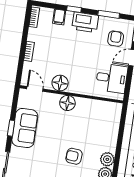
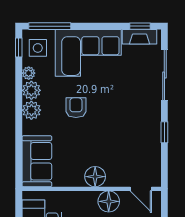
sofa: (25, 128) -> (37, 161), moved, turned 180
armchair: (74, 156) -> (76, 108), turned -95

